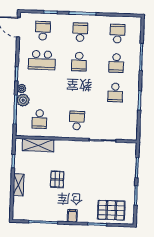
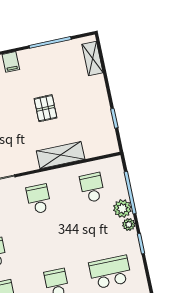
school desk: (77, 121) -> (39, 199), turned 180
shelving: (38, 145) -> (61, 155), moved
shelving: (18, 185) -> (93, 59), moved

